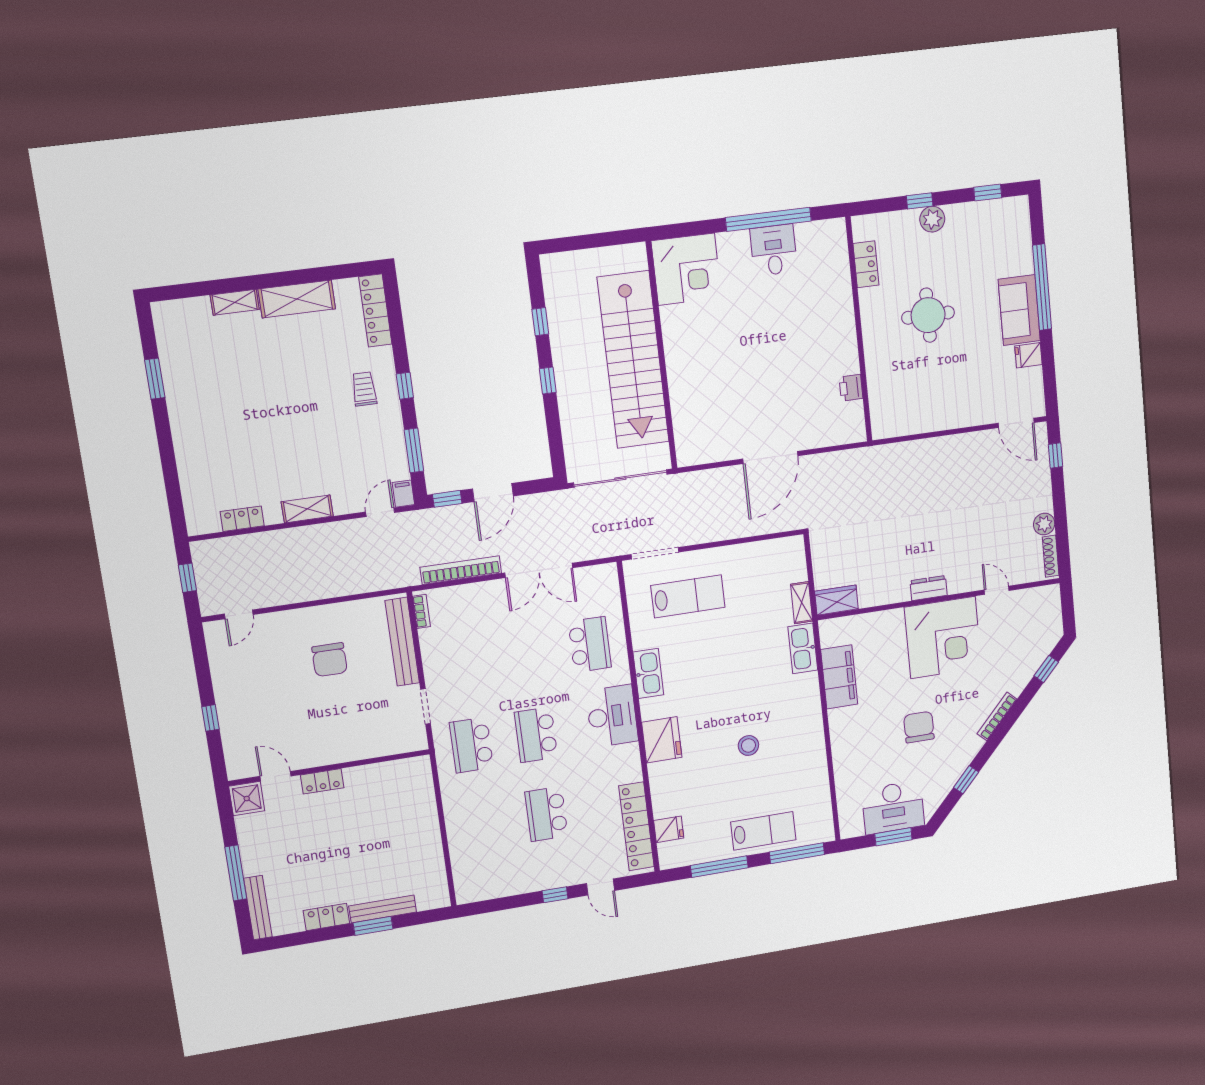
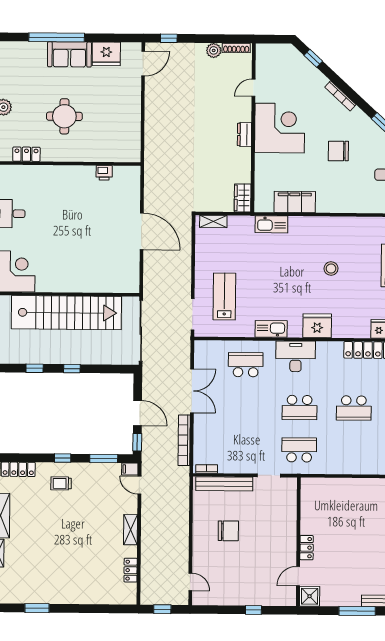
fridge: (1028, 355) -> (106, 54), width x1.88, depth x1.34
shelving: (802, 603) -> (213, 221), moved
school desk: (471, 745) -> (299, 450), turned 180

